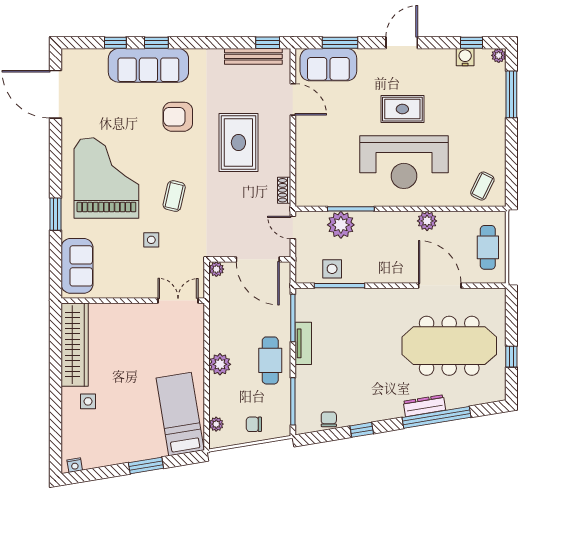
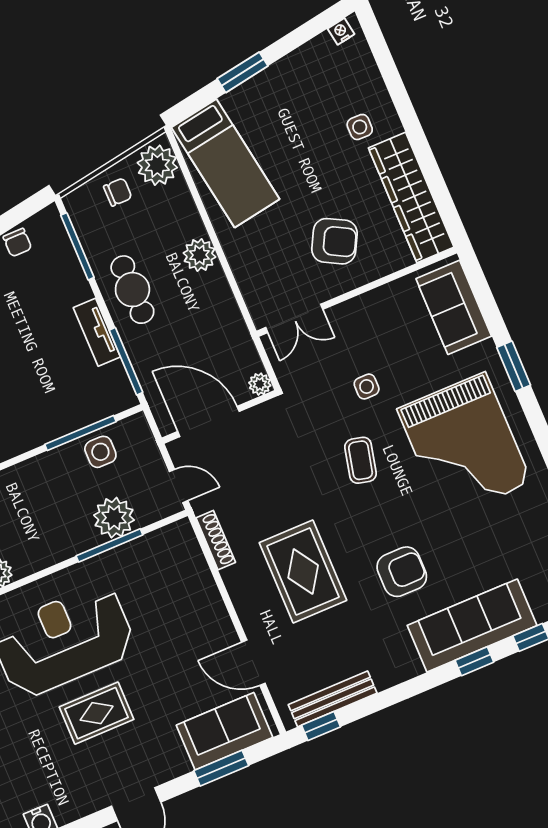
shoe rack: (284, 190) -> (216, 540), width x1.43
armchair: (133, 338) -> (334, 241), added
plant: (216, 424) -> (157, 165), width x1.88, depth x1.88

